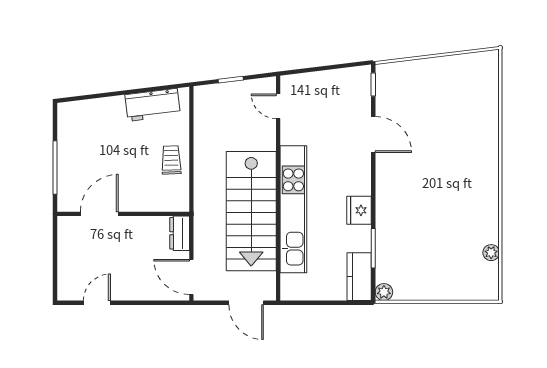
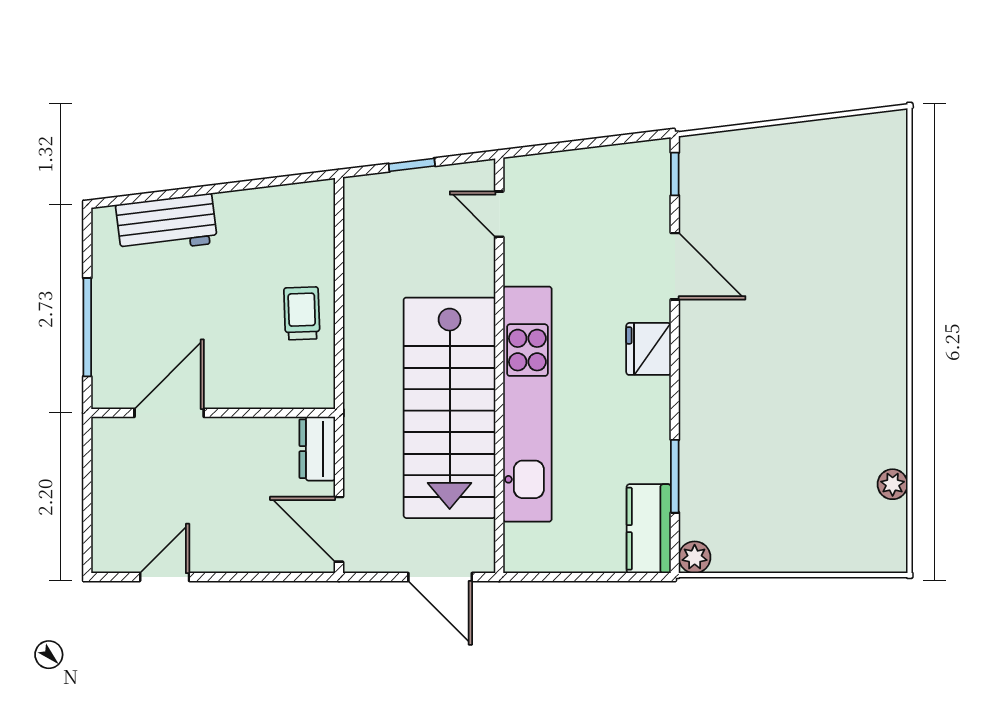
workbench: (153, 105) -> (166, 224), moved
fridge: (359, 210) -> (649, 349), moved

